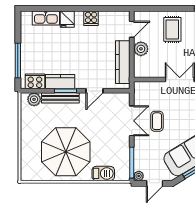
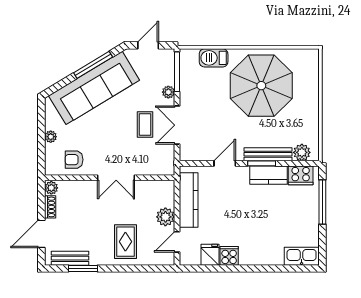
kitchen sink: (46, 18) -> (302, 256), moved
fridge: (67, 19) -> (210, 255), moved
plant: (139, 176) -> (168, 92), moved

